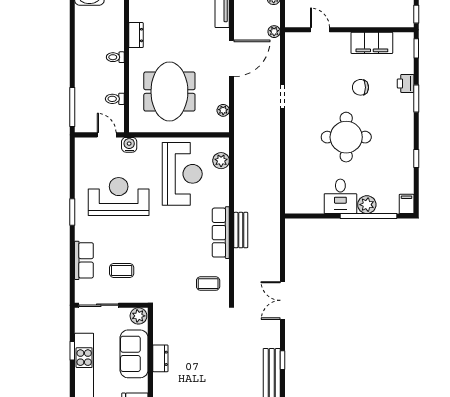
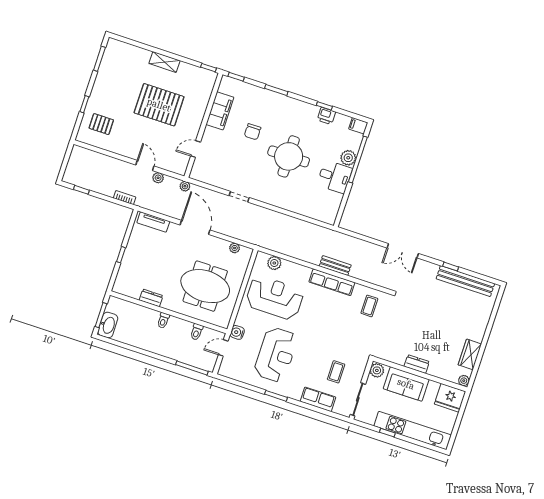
printer: (406, 83) -> (326, 116), moved
reception desk: (119, 196) -> (276, 355), turned 180

